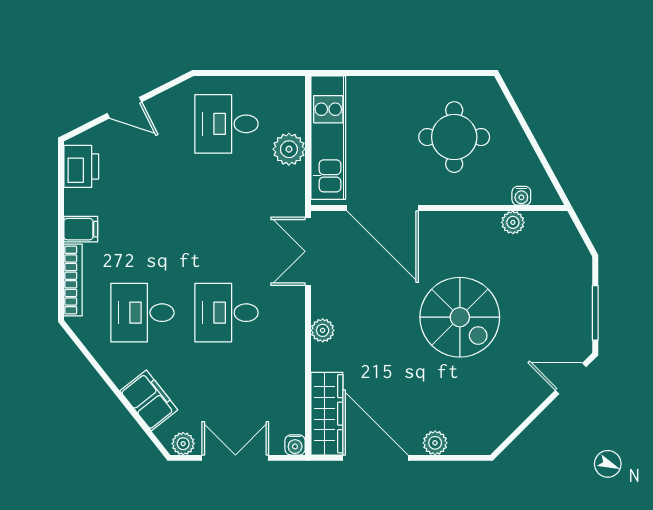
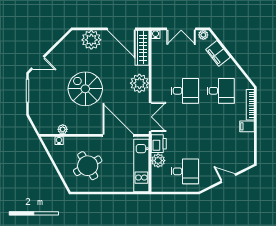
round table: (454, 137) -> (88, 166), turned -30
printer: (81, 166) -> (159, 144), moved, turned 180
plant: (323, 330) -> (139, 83), width x1.87, depth x1.87
plant: (435, 443) -> (91, 40), width x1.88, depth x1.88

